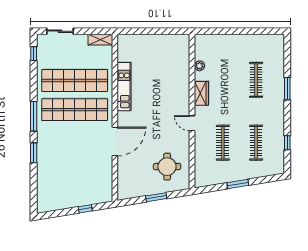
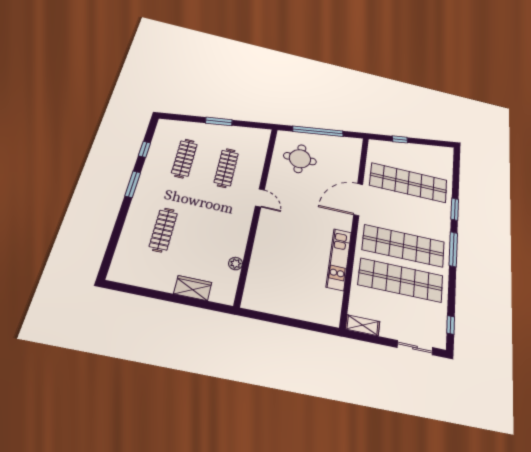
window: (287, 89) -> (133, 184), moved
wardrobe: (201, 93) -> (193, 288), moved, turned 90
shop shelf: (75, 168) -> (409, 183), added
window: (156, 197) -> (318, 131), width x2.11

